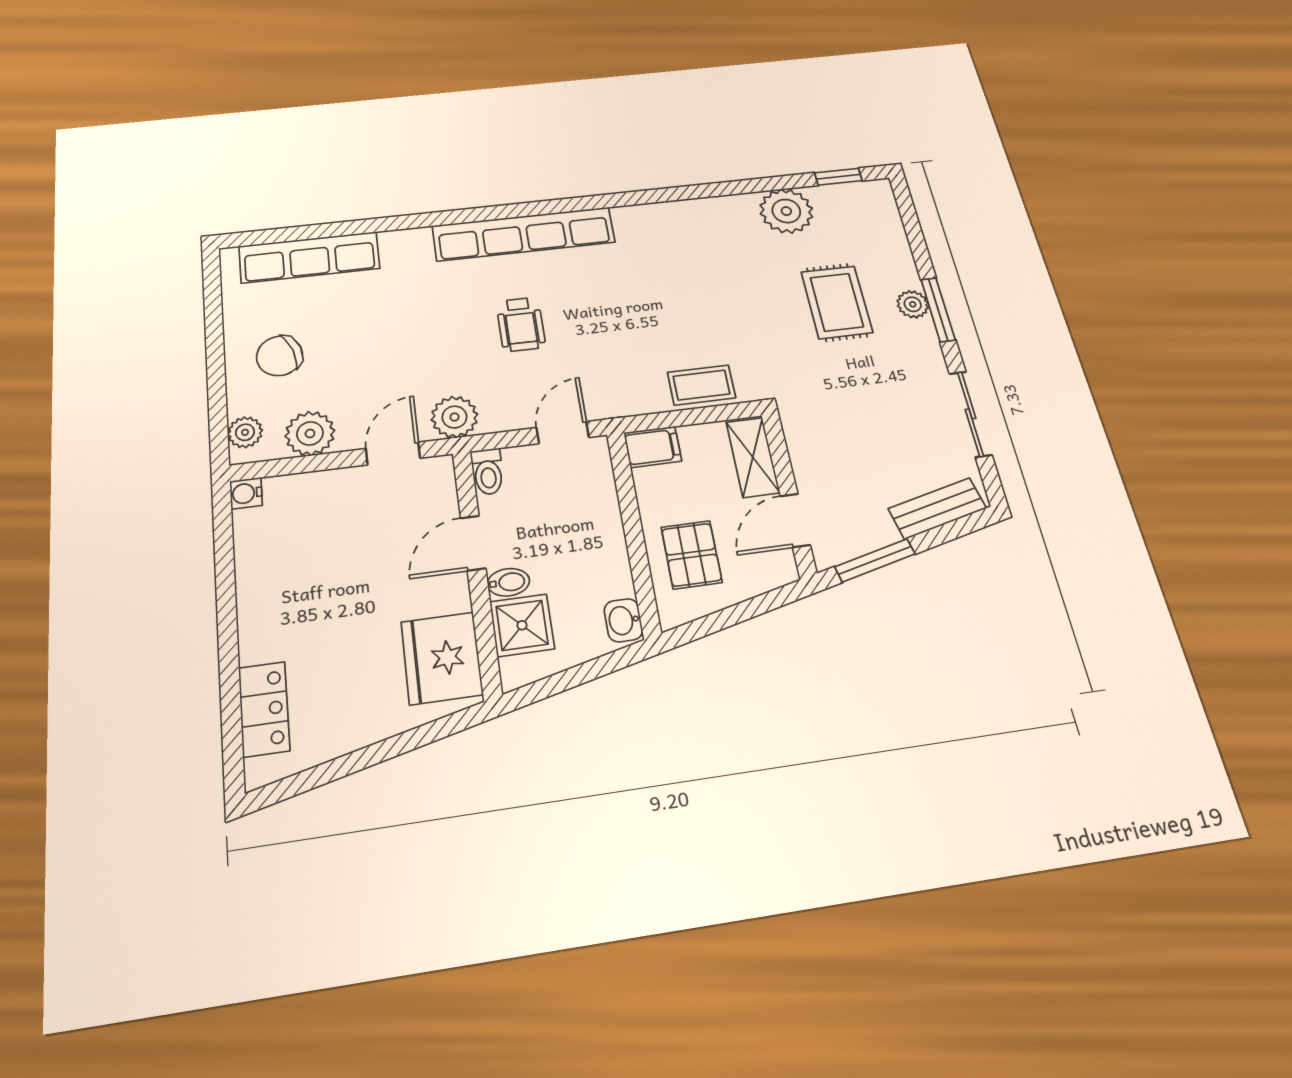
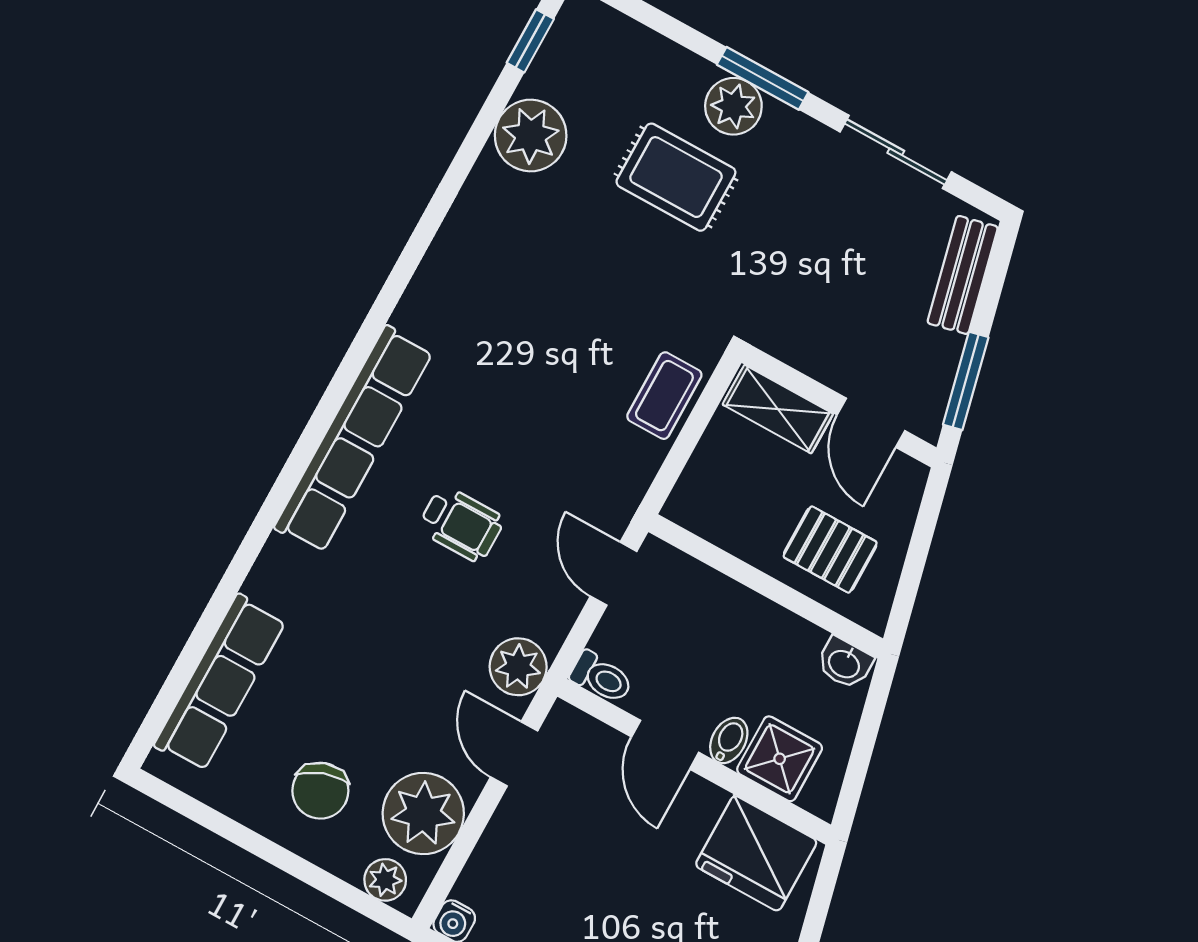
plant: (913, 304) -> (733, 106), width x1.38, depth x1.38
plant: (310, 433) -> (423, 814), width x1.36, depth x1.36
filing cabinet: (653, 447) -> (694, 498), removed

